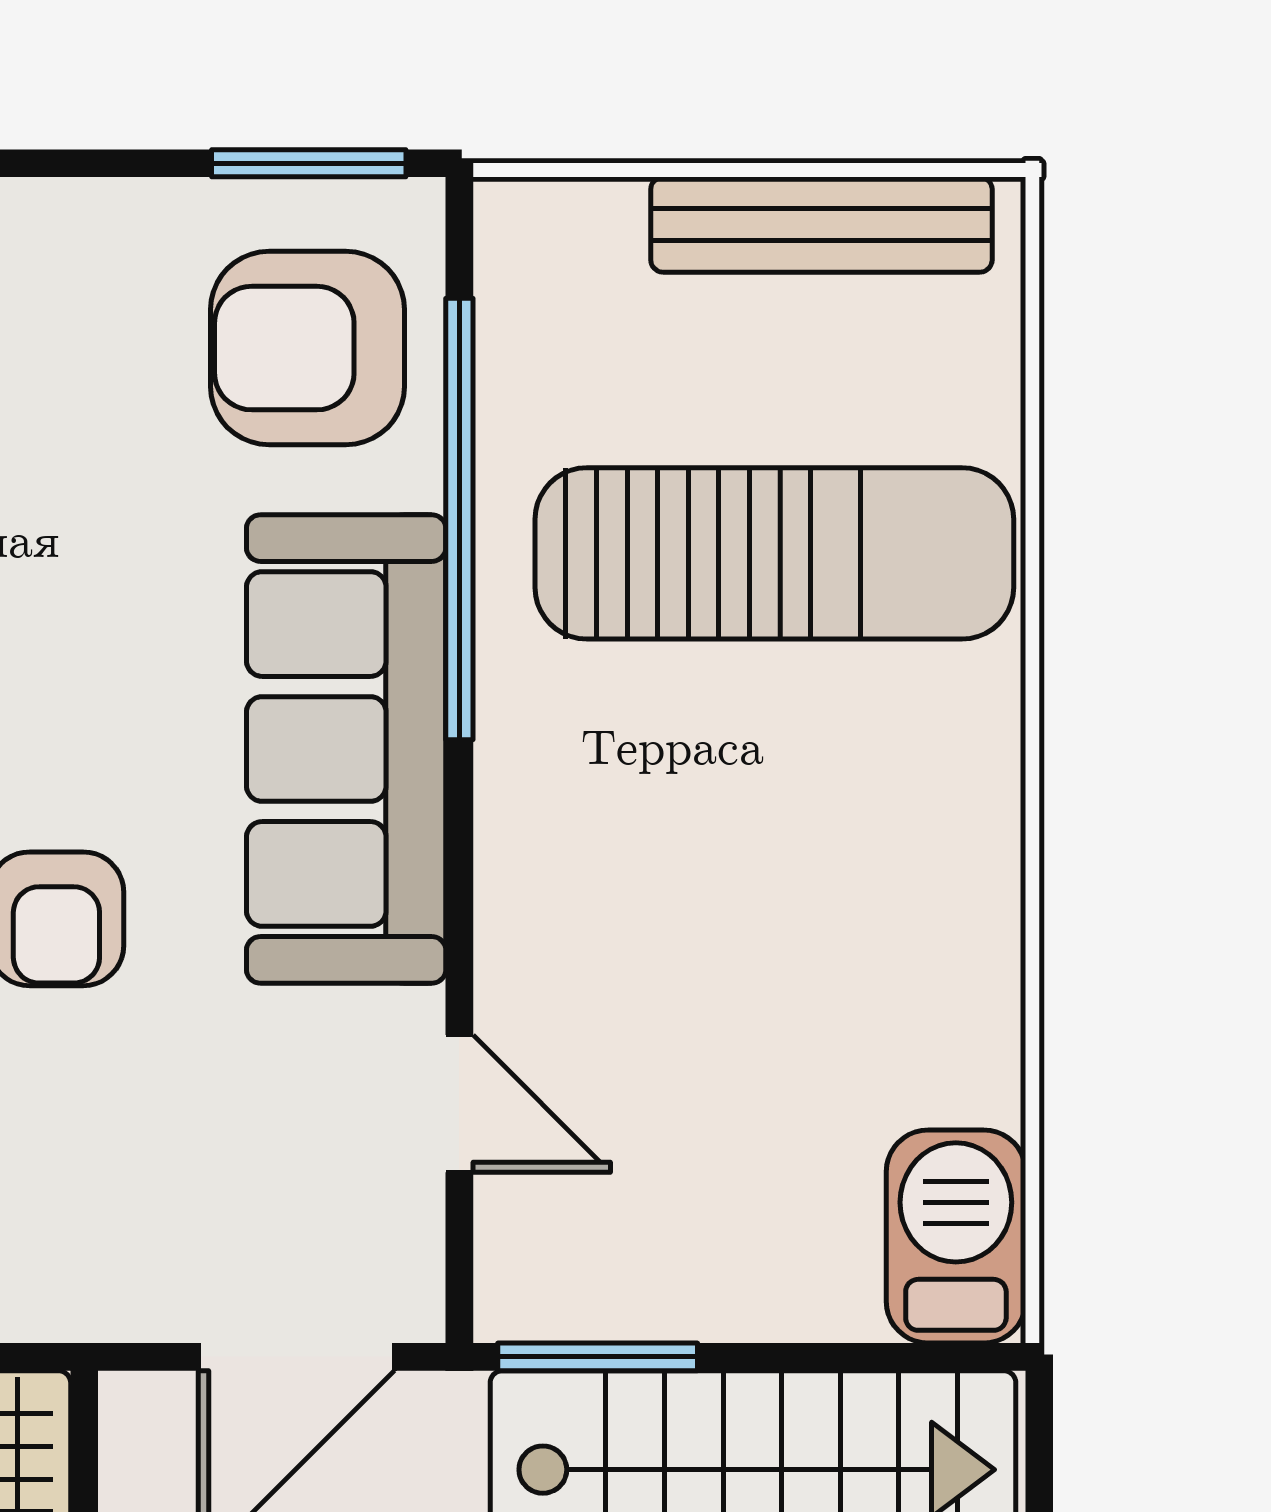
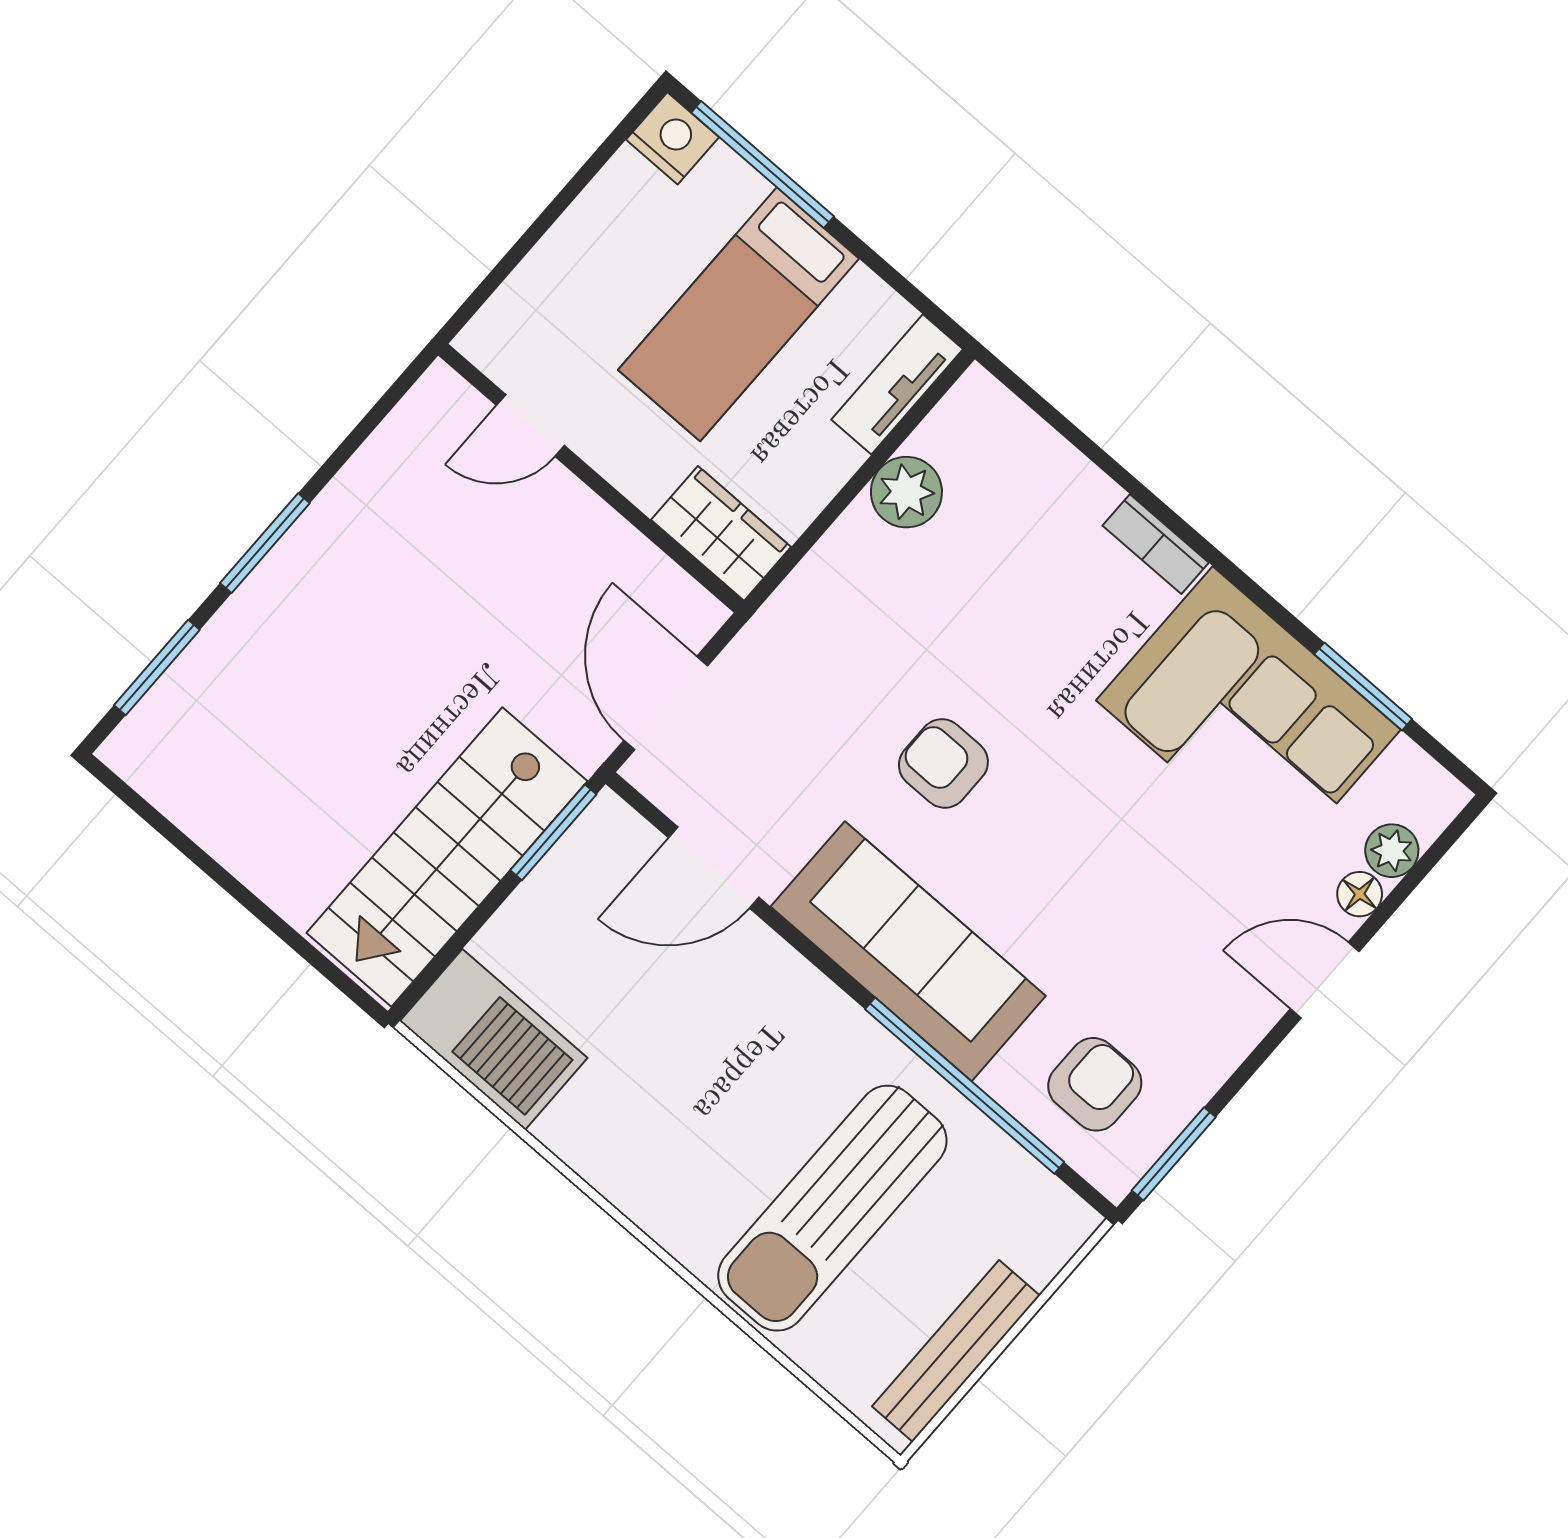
armchair: (308, 348) -> (1095, 1084), width x0.72, depth x0.72
door: (459, 1104) -> (714, 868), width x1.38
barbecue: (956, 1237) -> (494, 1039), width x1.37, depth x1.21

